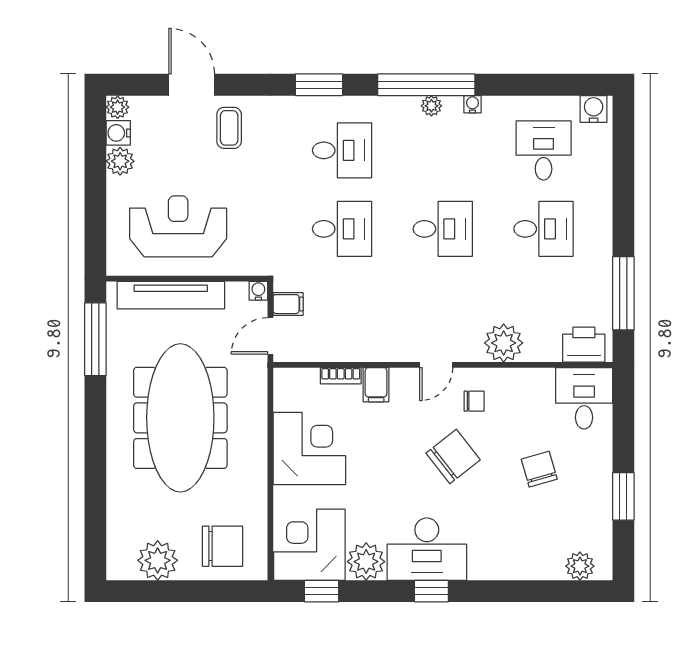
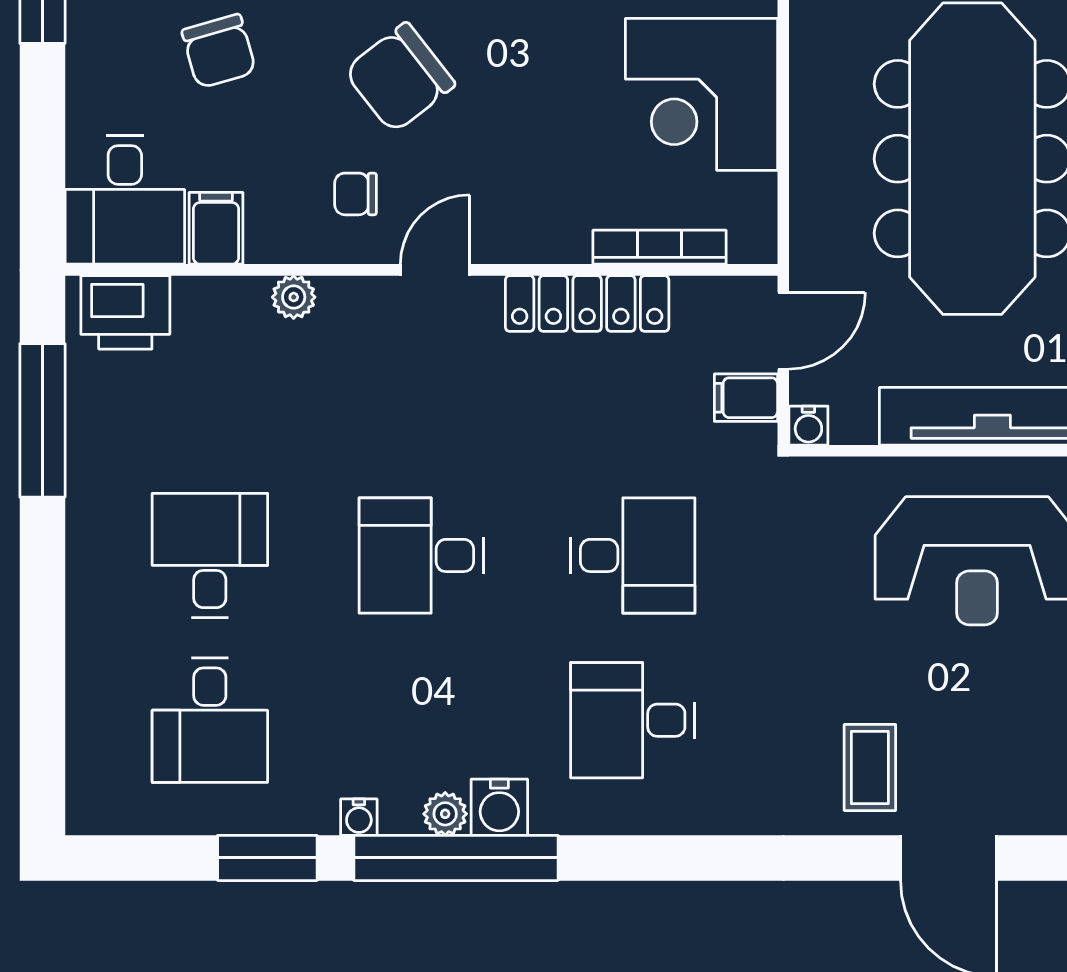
window: (319, 85) -> (267, 858), moved
water cooler: (594, 109) -> (499, 807), moved
desk: (342, 229) -> (633, 555), turned 180
desk: (544, 229) -> (210, 555), turned 90
plant: (504, 343) -> (294, 297), width x0.53, depth x0.53
locker: (364, 349) -> (587, 303), added
bookcase: (341, 376) -> (659, 247), width x1.56
filing cabinet: (376, 385) -> (216, 228), moved

